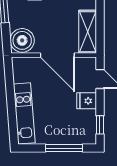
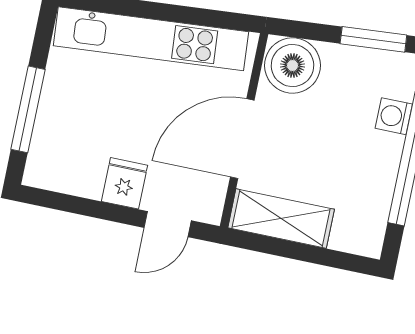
kitchen unit: (24, 113) -> (151, 39), width x1.36
window: (100, 125) -> (63, 202), removed

